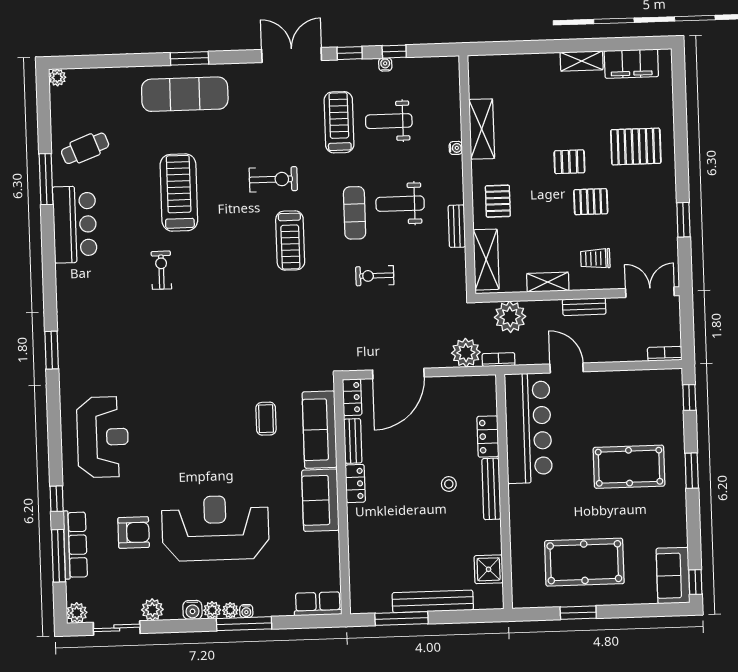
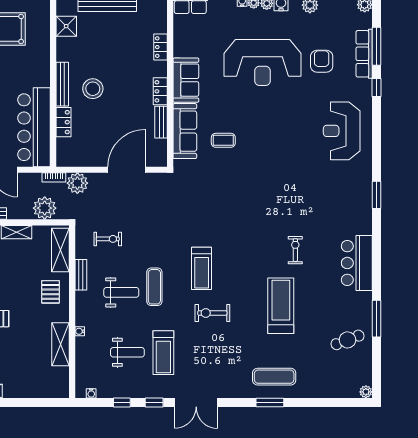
water cooler: (385, 64) -> (91, 393), moved
exercise mat: (185, 94) -> (274, 377), width x0.73, depth x0.69
treadmill: (179, 193) -> (281, 306), turned 180
bar counter: (75, 224) -> (357, 263), moved
treadmill: (290, 241) -> (202, 268), turned 180
exercise bike: (161, 270) -> (295, 250), turned 180
exercise bike: (375, 276) -> (108, 239), moved
locker: (352, 397) -> (161, 47), moved
coffee table: (266, 419) -> (223, 140), turned 90
stool: (449, 484) -> (93, 89), width x1.89, depth x1.89
armchair: (134, 533) -> (322, 61), turned 90

